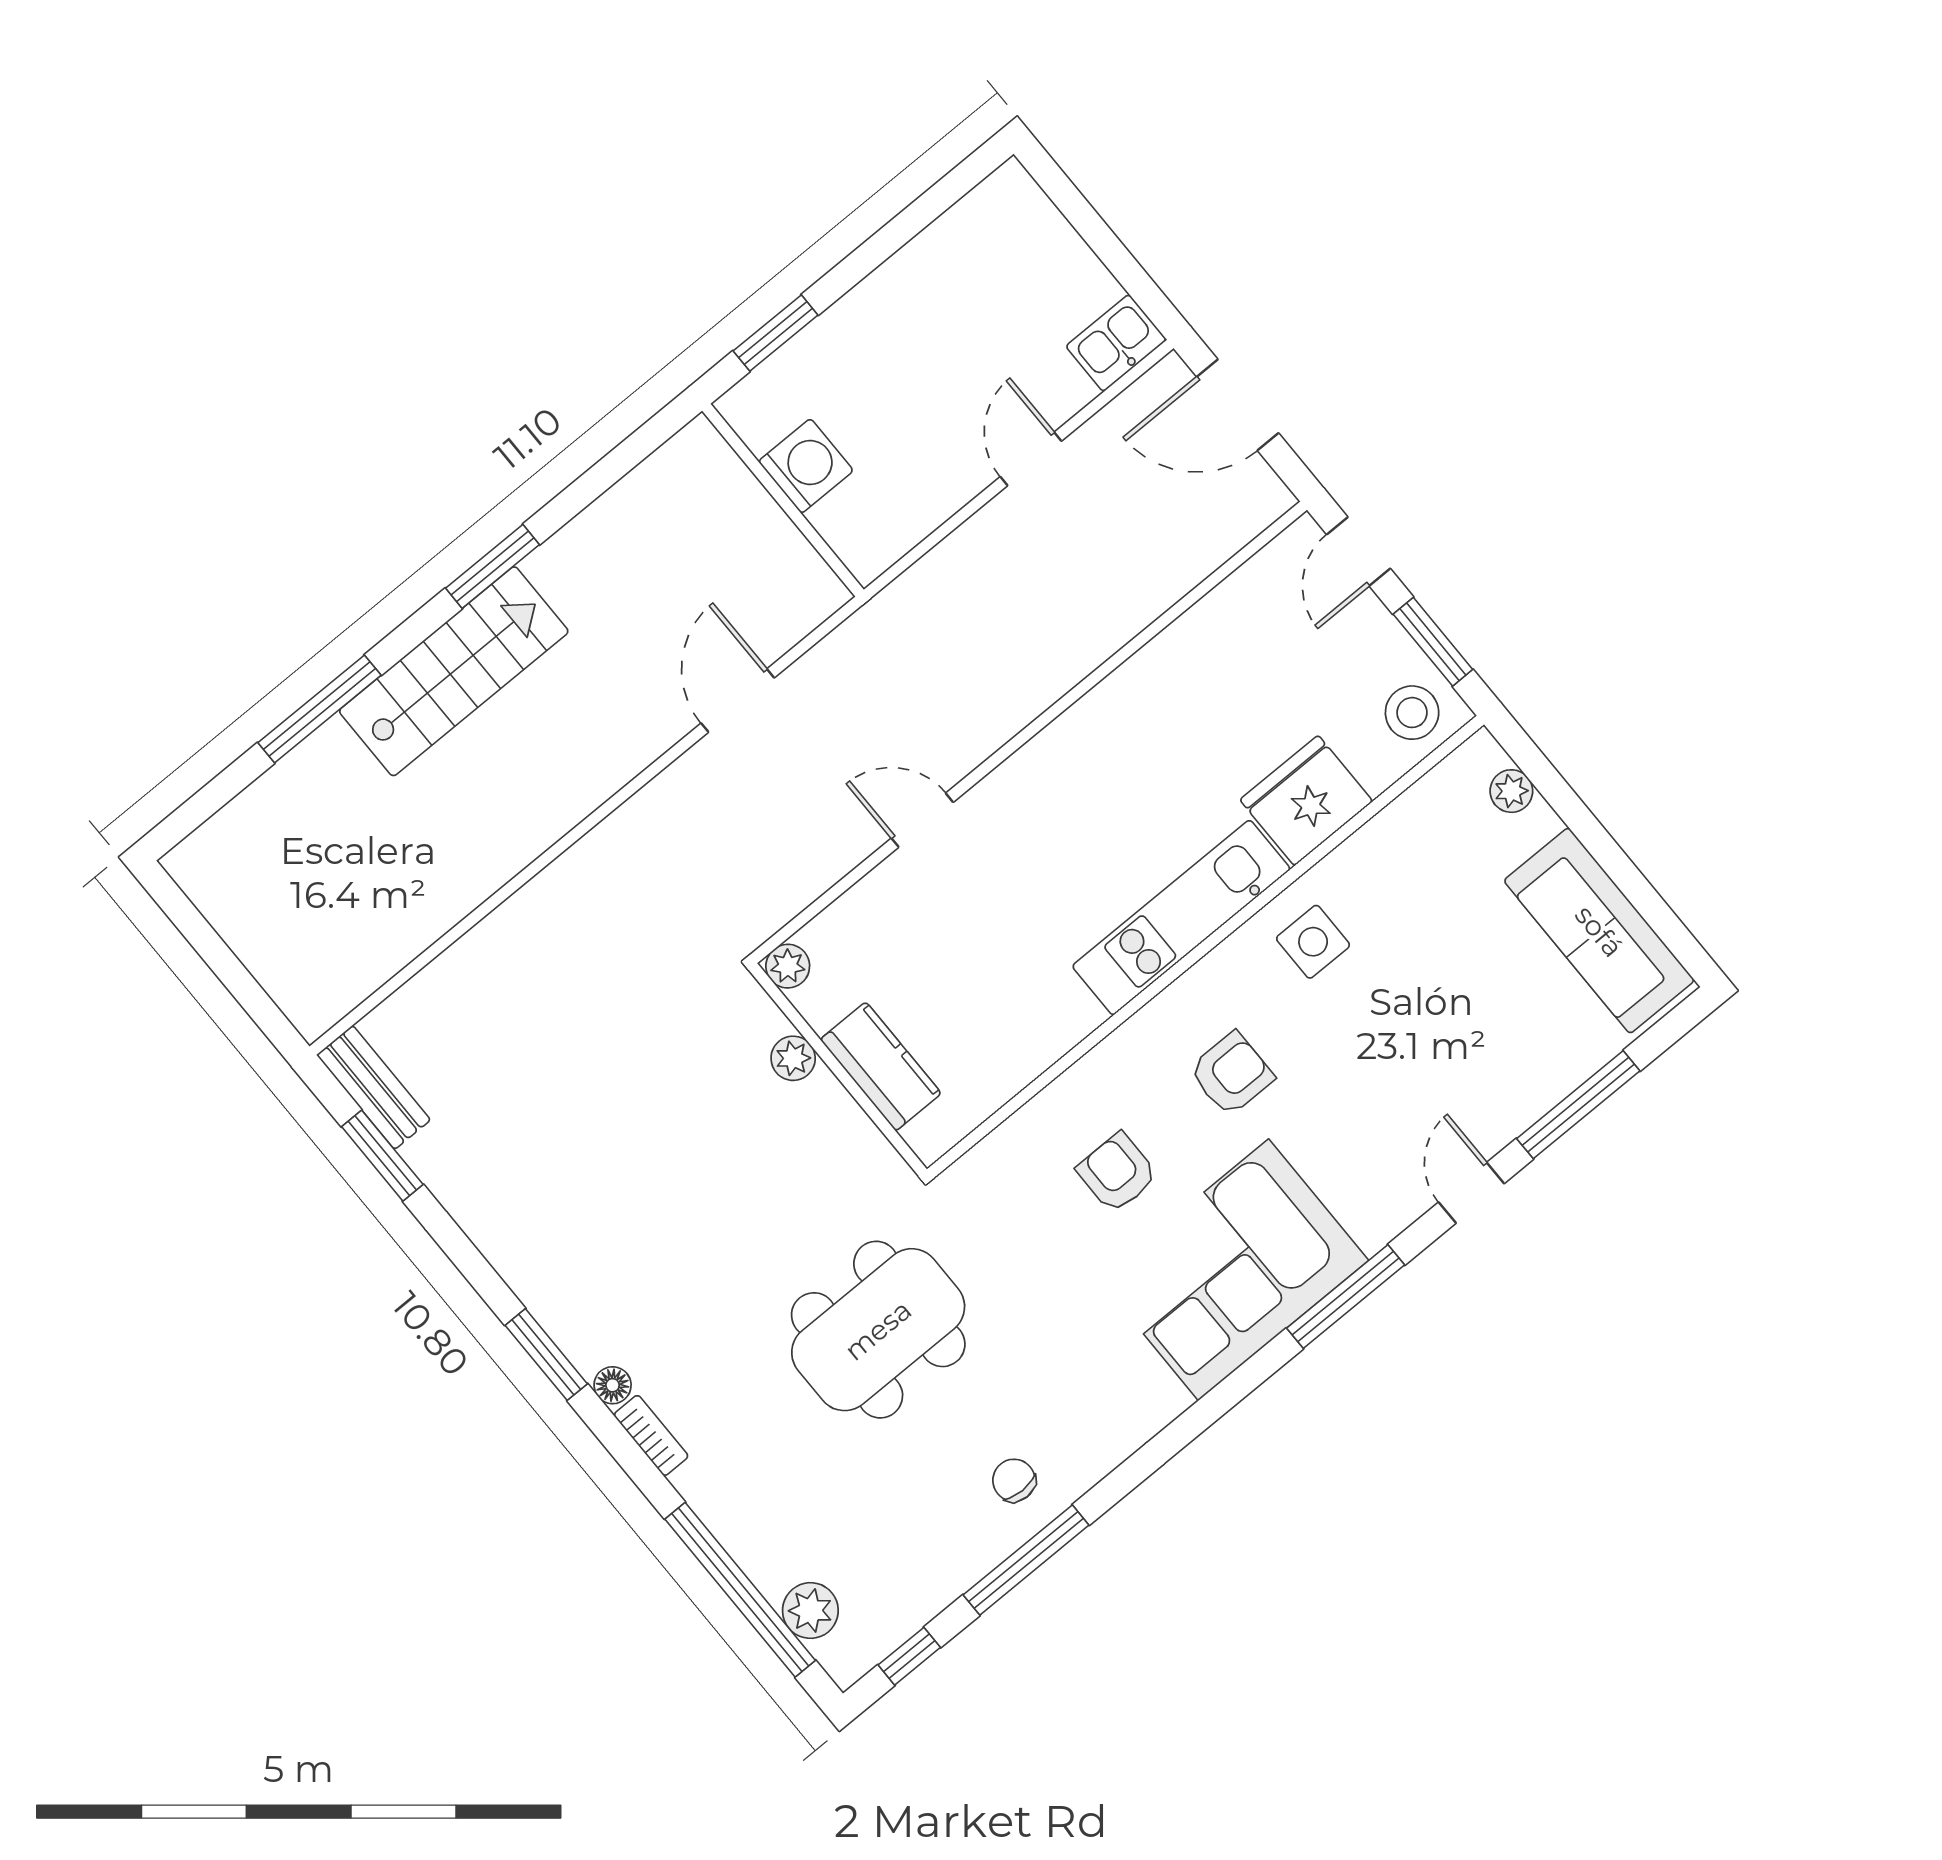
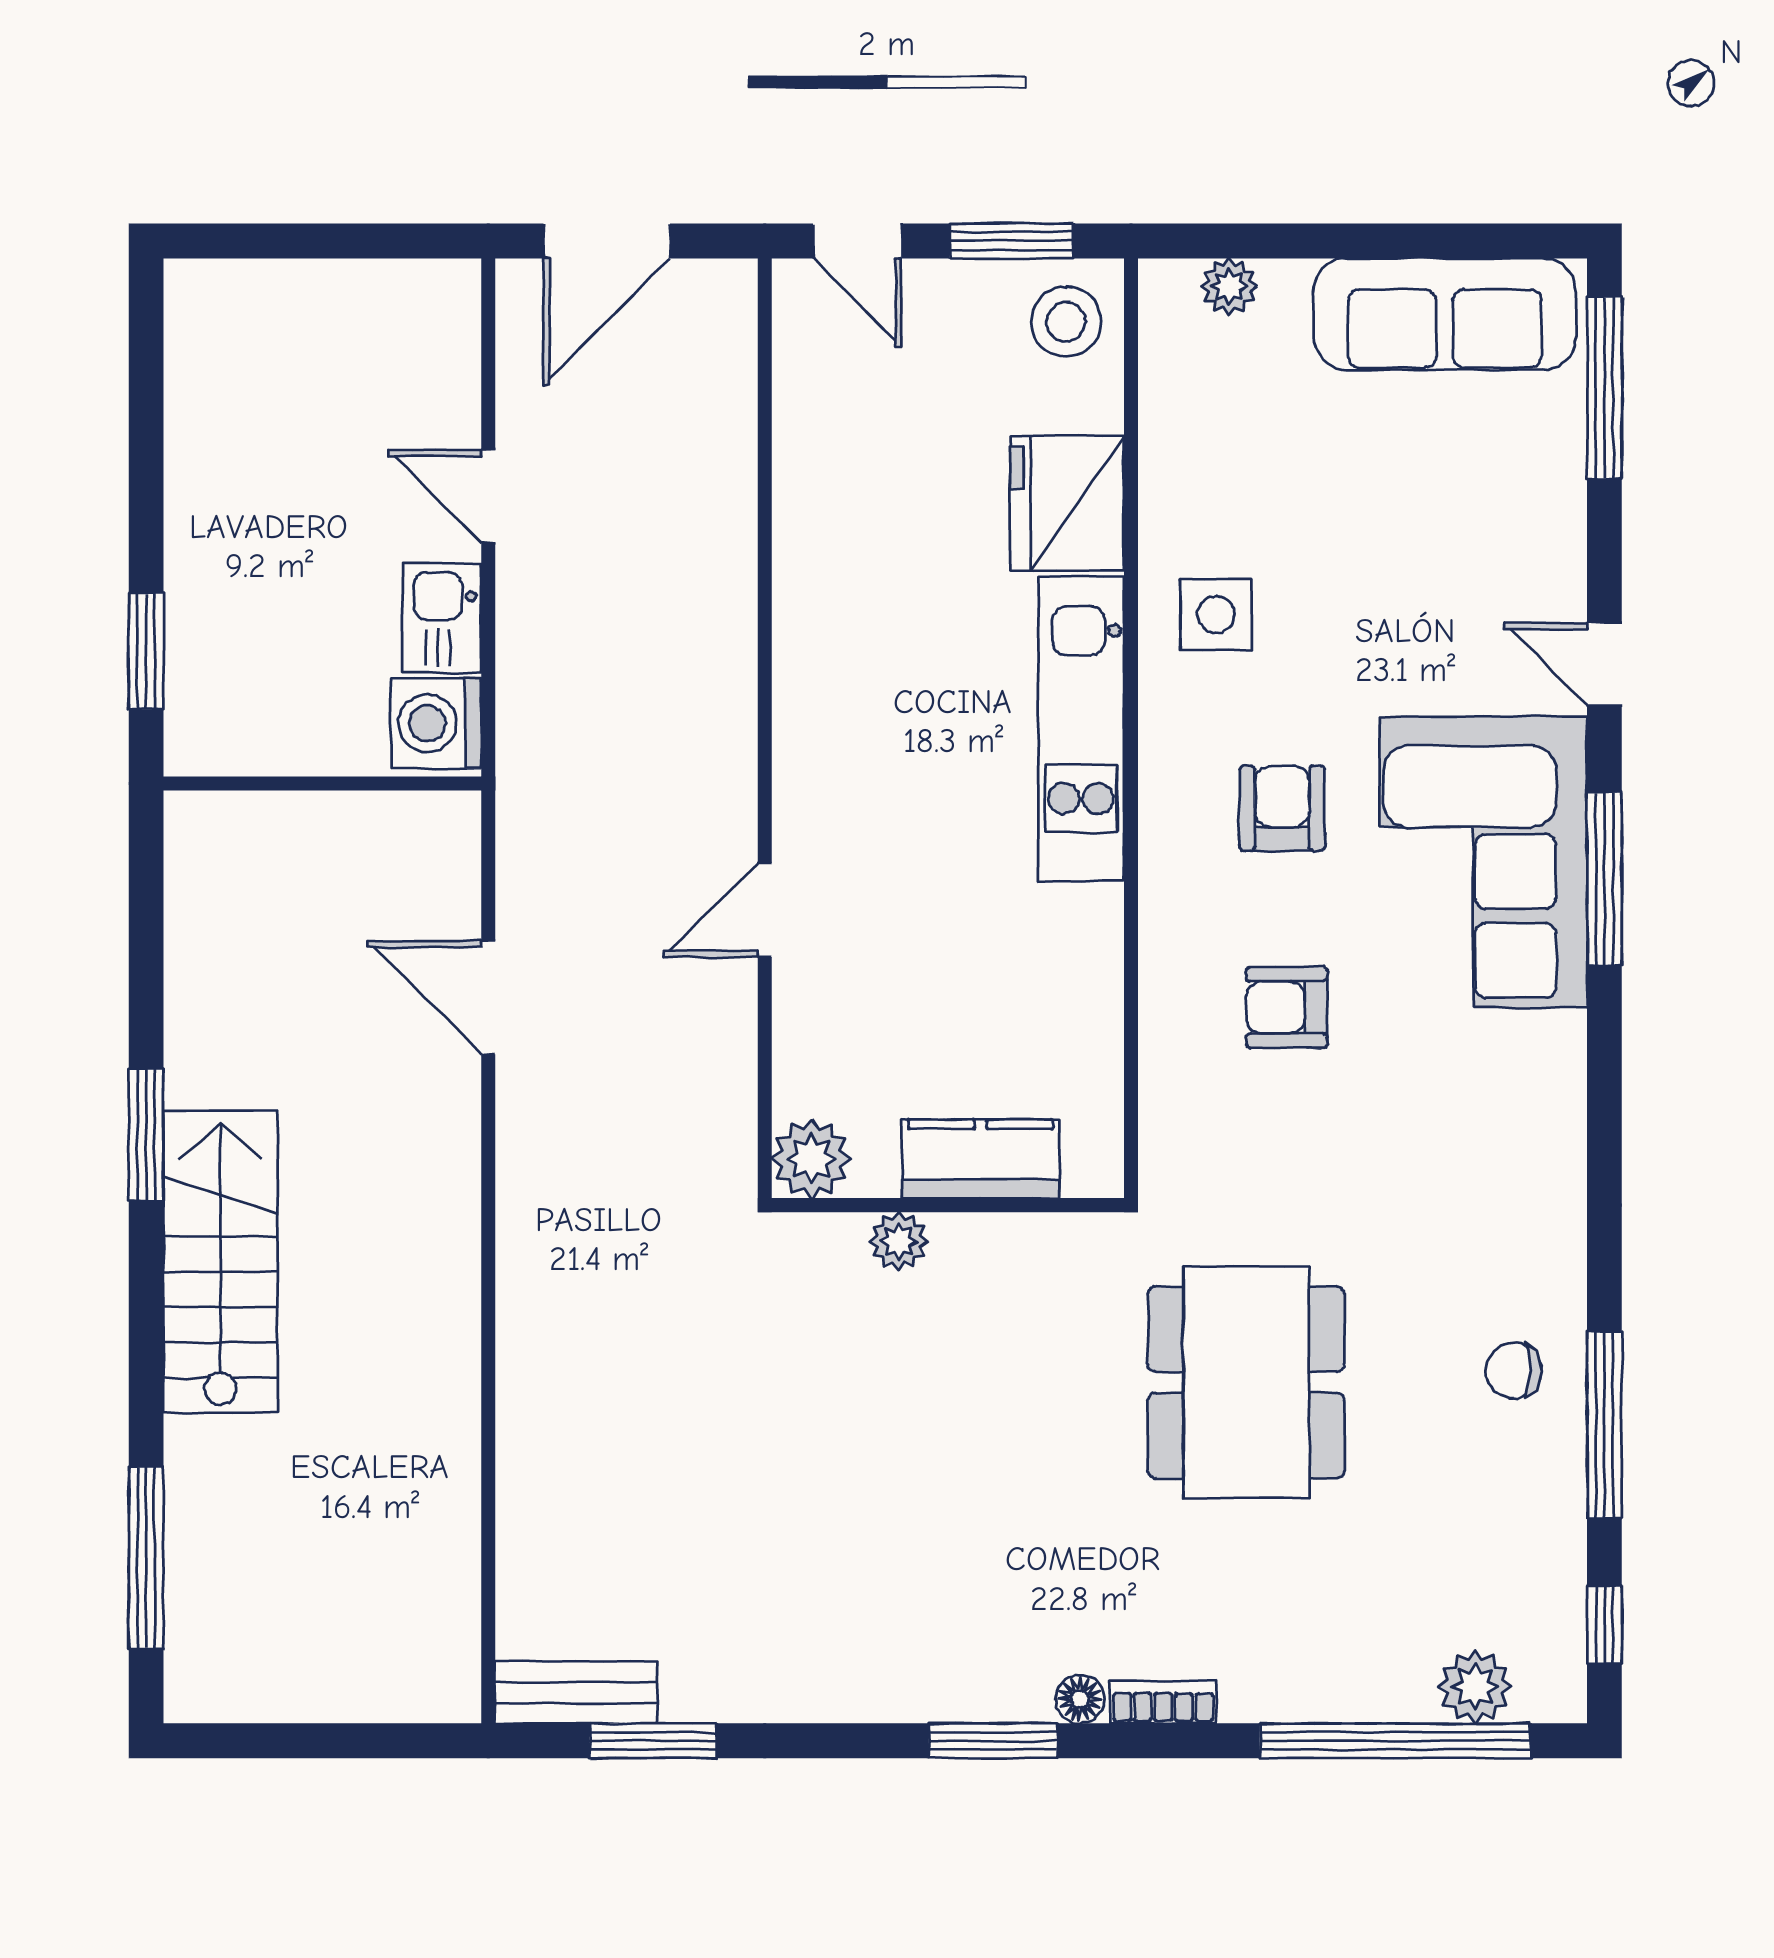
kitchen sink: (1116, 343) -> (442, 618), moved
washing machine: (806, 466) -> (436, 723), moved, turned -90
window: (319, 709) -> (146, 1558), moved
plant: (788, 966) -> (811, 1159), width x1.38, depth x1.38
window: (1578, 1105) -> (1604, 388), moved
corner sofa: (1234, 1270) -> (1483, 862), moved

